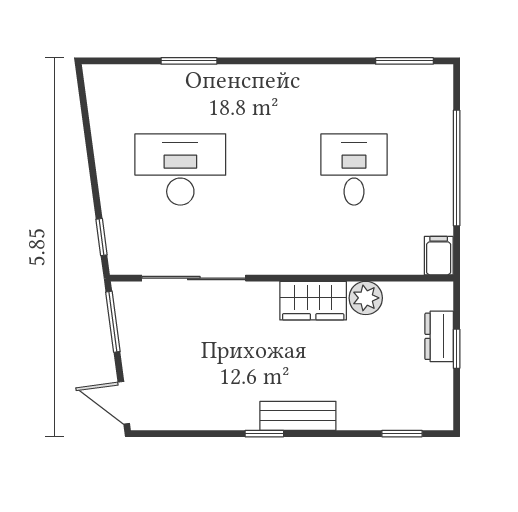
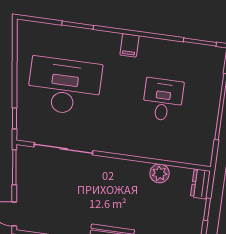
desk: (180, 169) -> (64, 86), width x1.36, depth x1.30
filing cabinet: (439, 256) -> (129, 45), moved, turned 180
wardrobe: (313, 301) -> (129, 171), removed
dresser: (439, 336) -> (200, 184), moved

